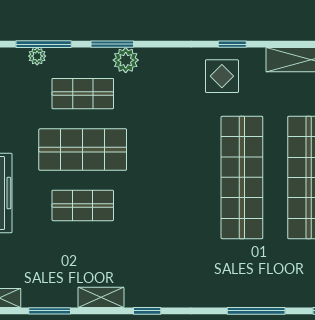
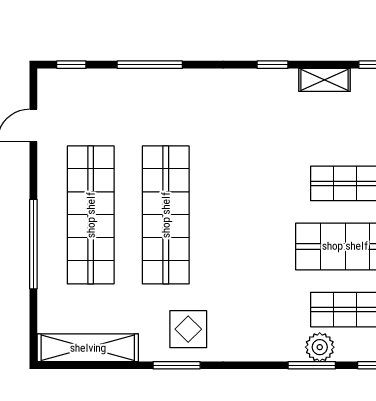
window: (232, 44) -> (177, 365), width x1.50
plant: (126, 60) -> (320, 347), moved

